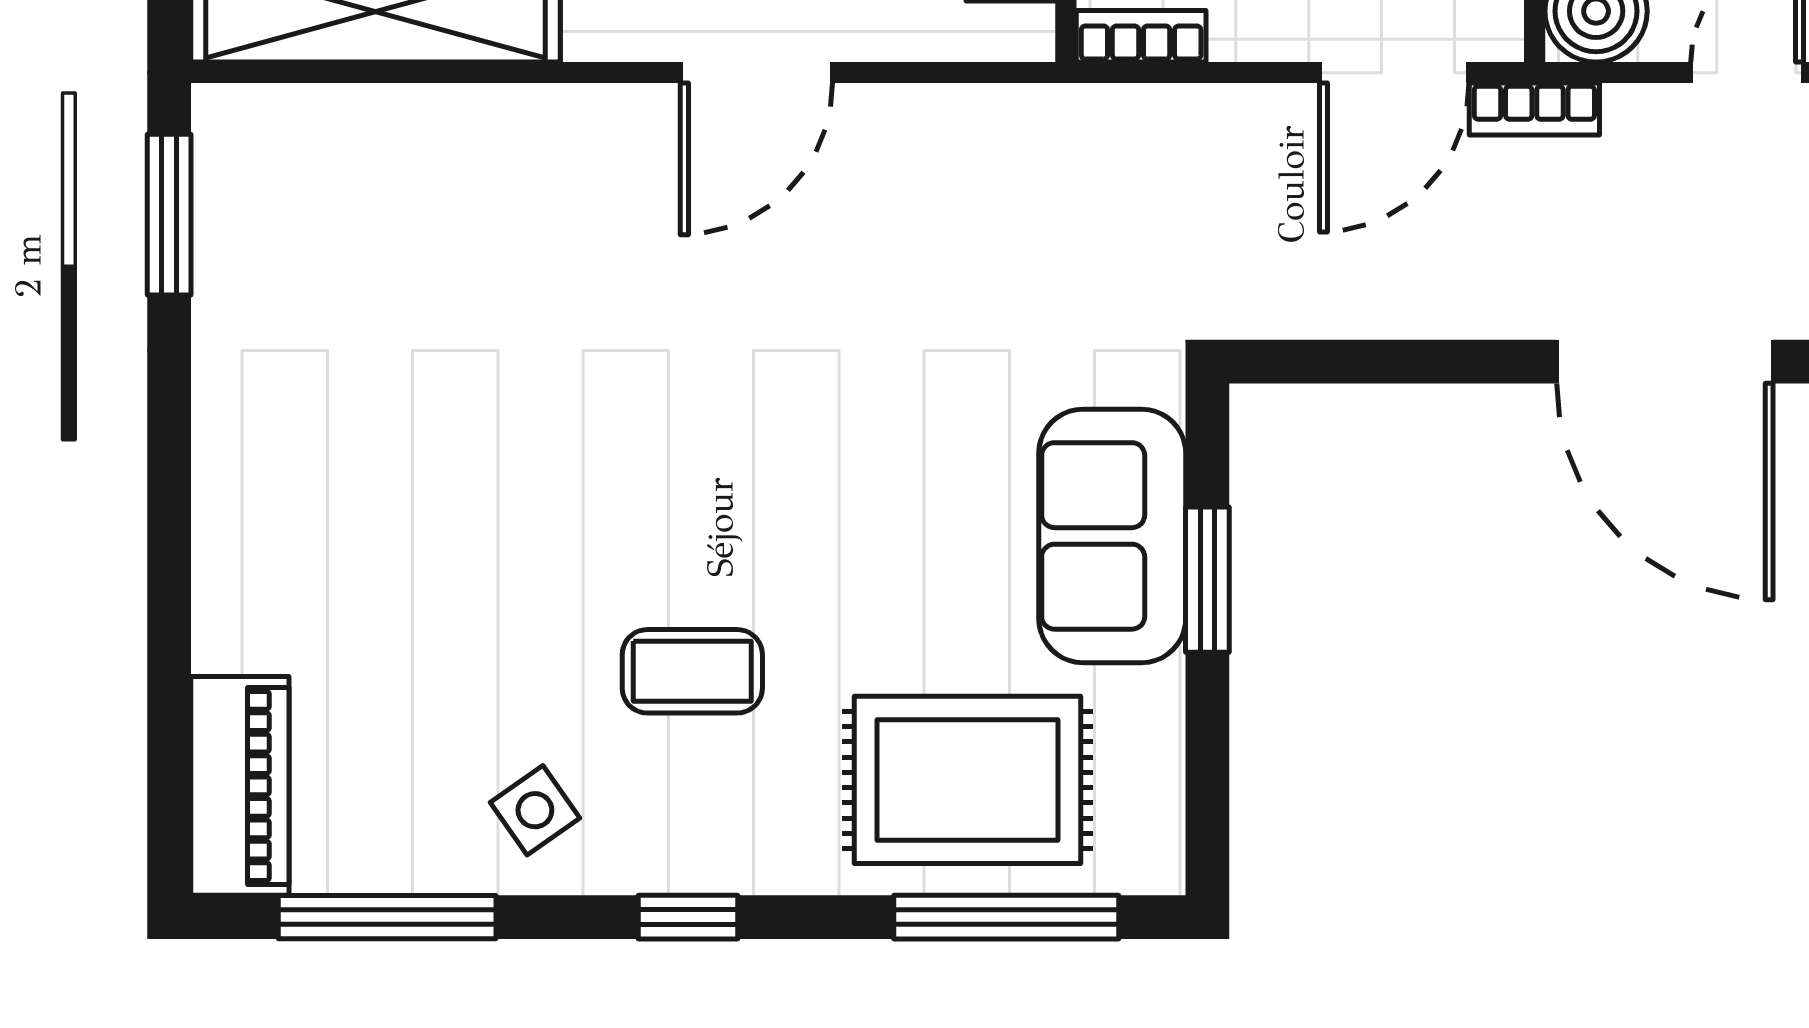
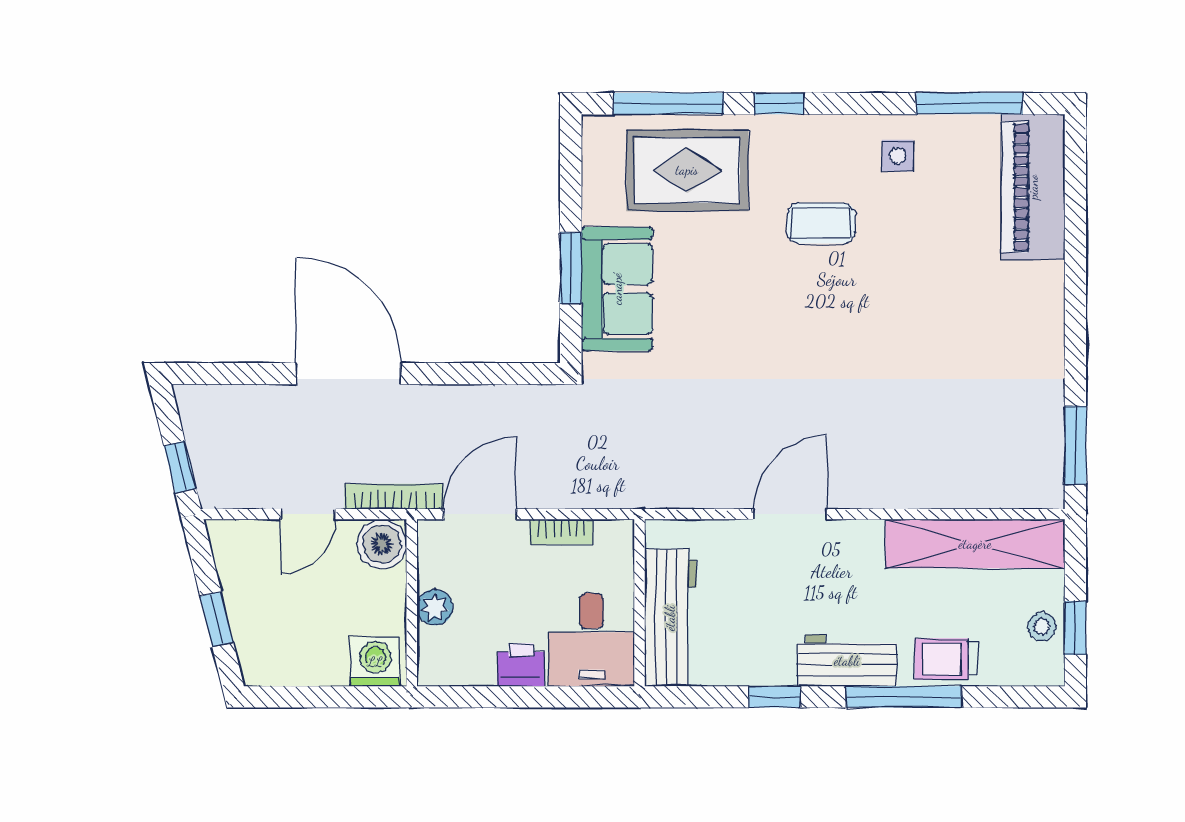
bookcase: (1141, 36) -> (561, 532), moved
bookcase: (1534, 109) -> (394, 496), width x1.56
piano: (240, 786) -> (1033, 187), width x1.37, depth x1.33
side table: (535, 810) -> (898, 156), turned 35
window: (688, 917) -> (779, 104), moved

